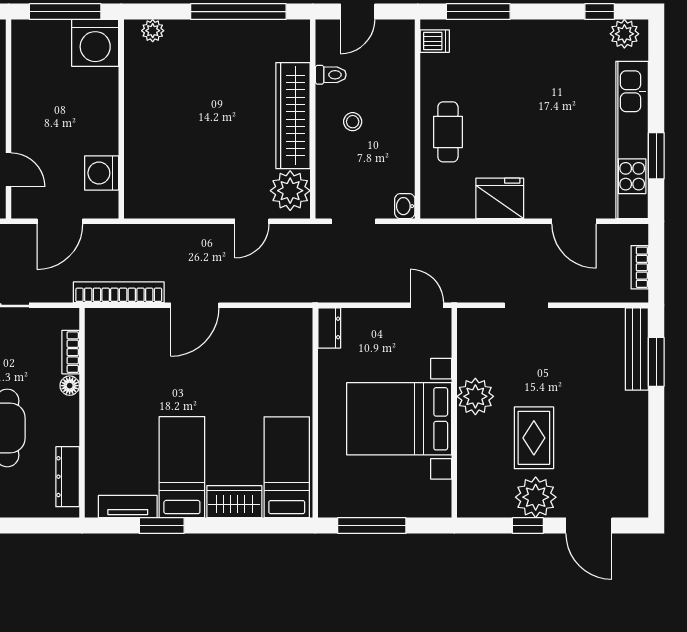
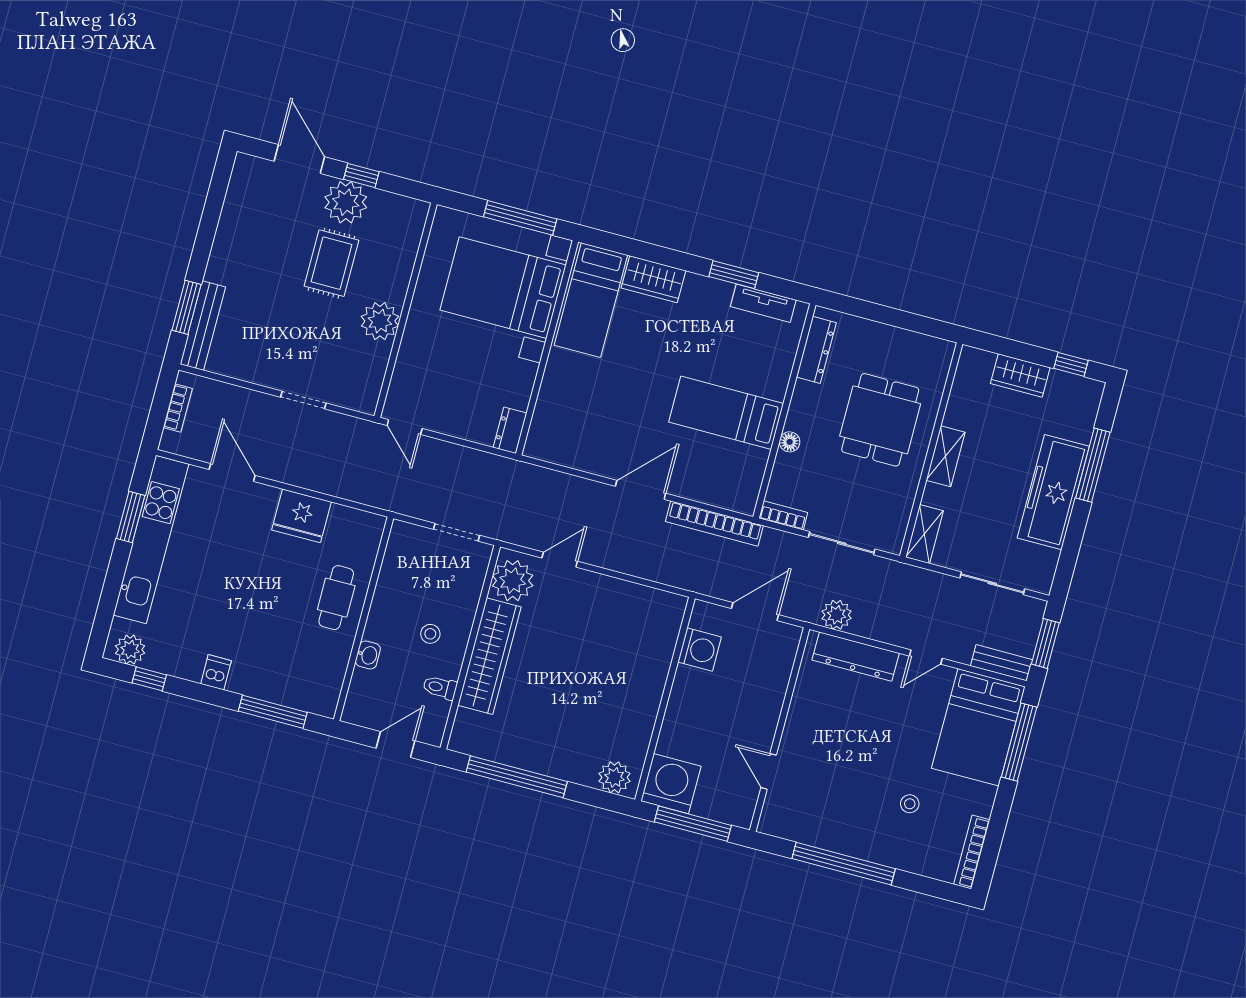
plant: (153, 31) -> (614, 777), width x1.38, depth x1.38
dishwasher: (435, 41) -> (216, 672), moved, turned 90
door: (9, 170) -> (769, 771), moved
washbasin: (405, 206) -> (368, 655), moved
bookcase: (71, 352) -> (783, 515), moved, turned -90
bed with nightstands: (399, 419) -> (503, 288), moved, turned 180
bed: (182, 467) -> (726, 413), moved, turned 90

